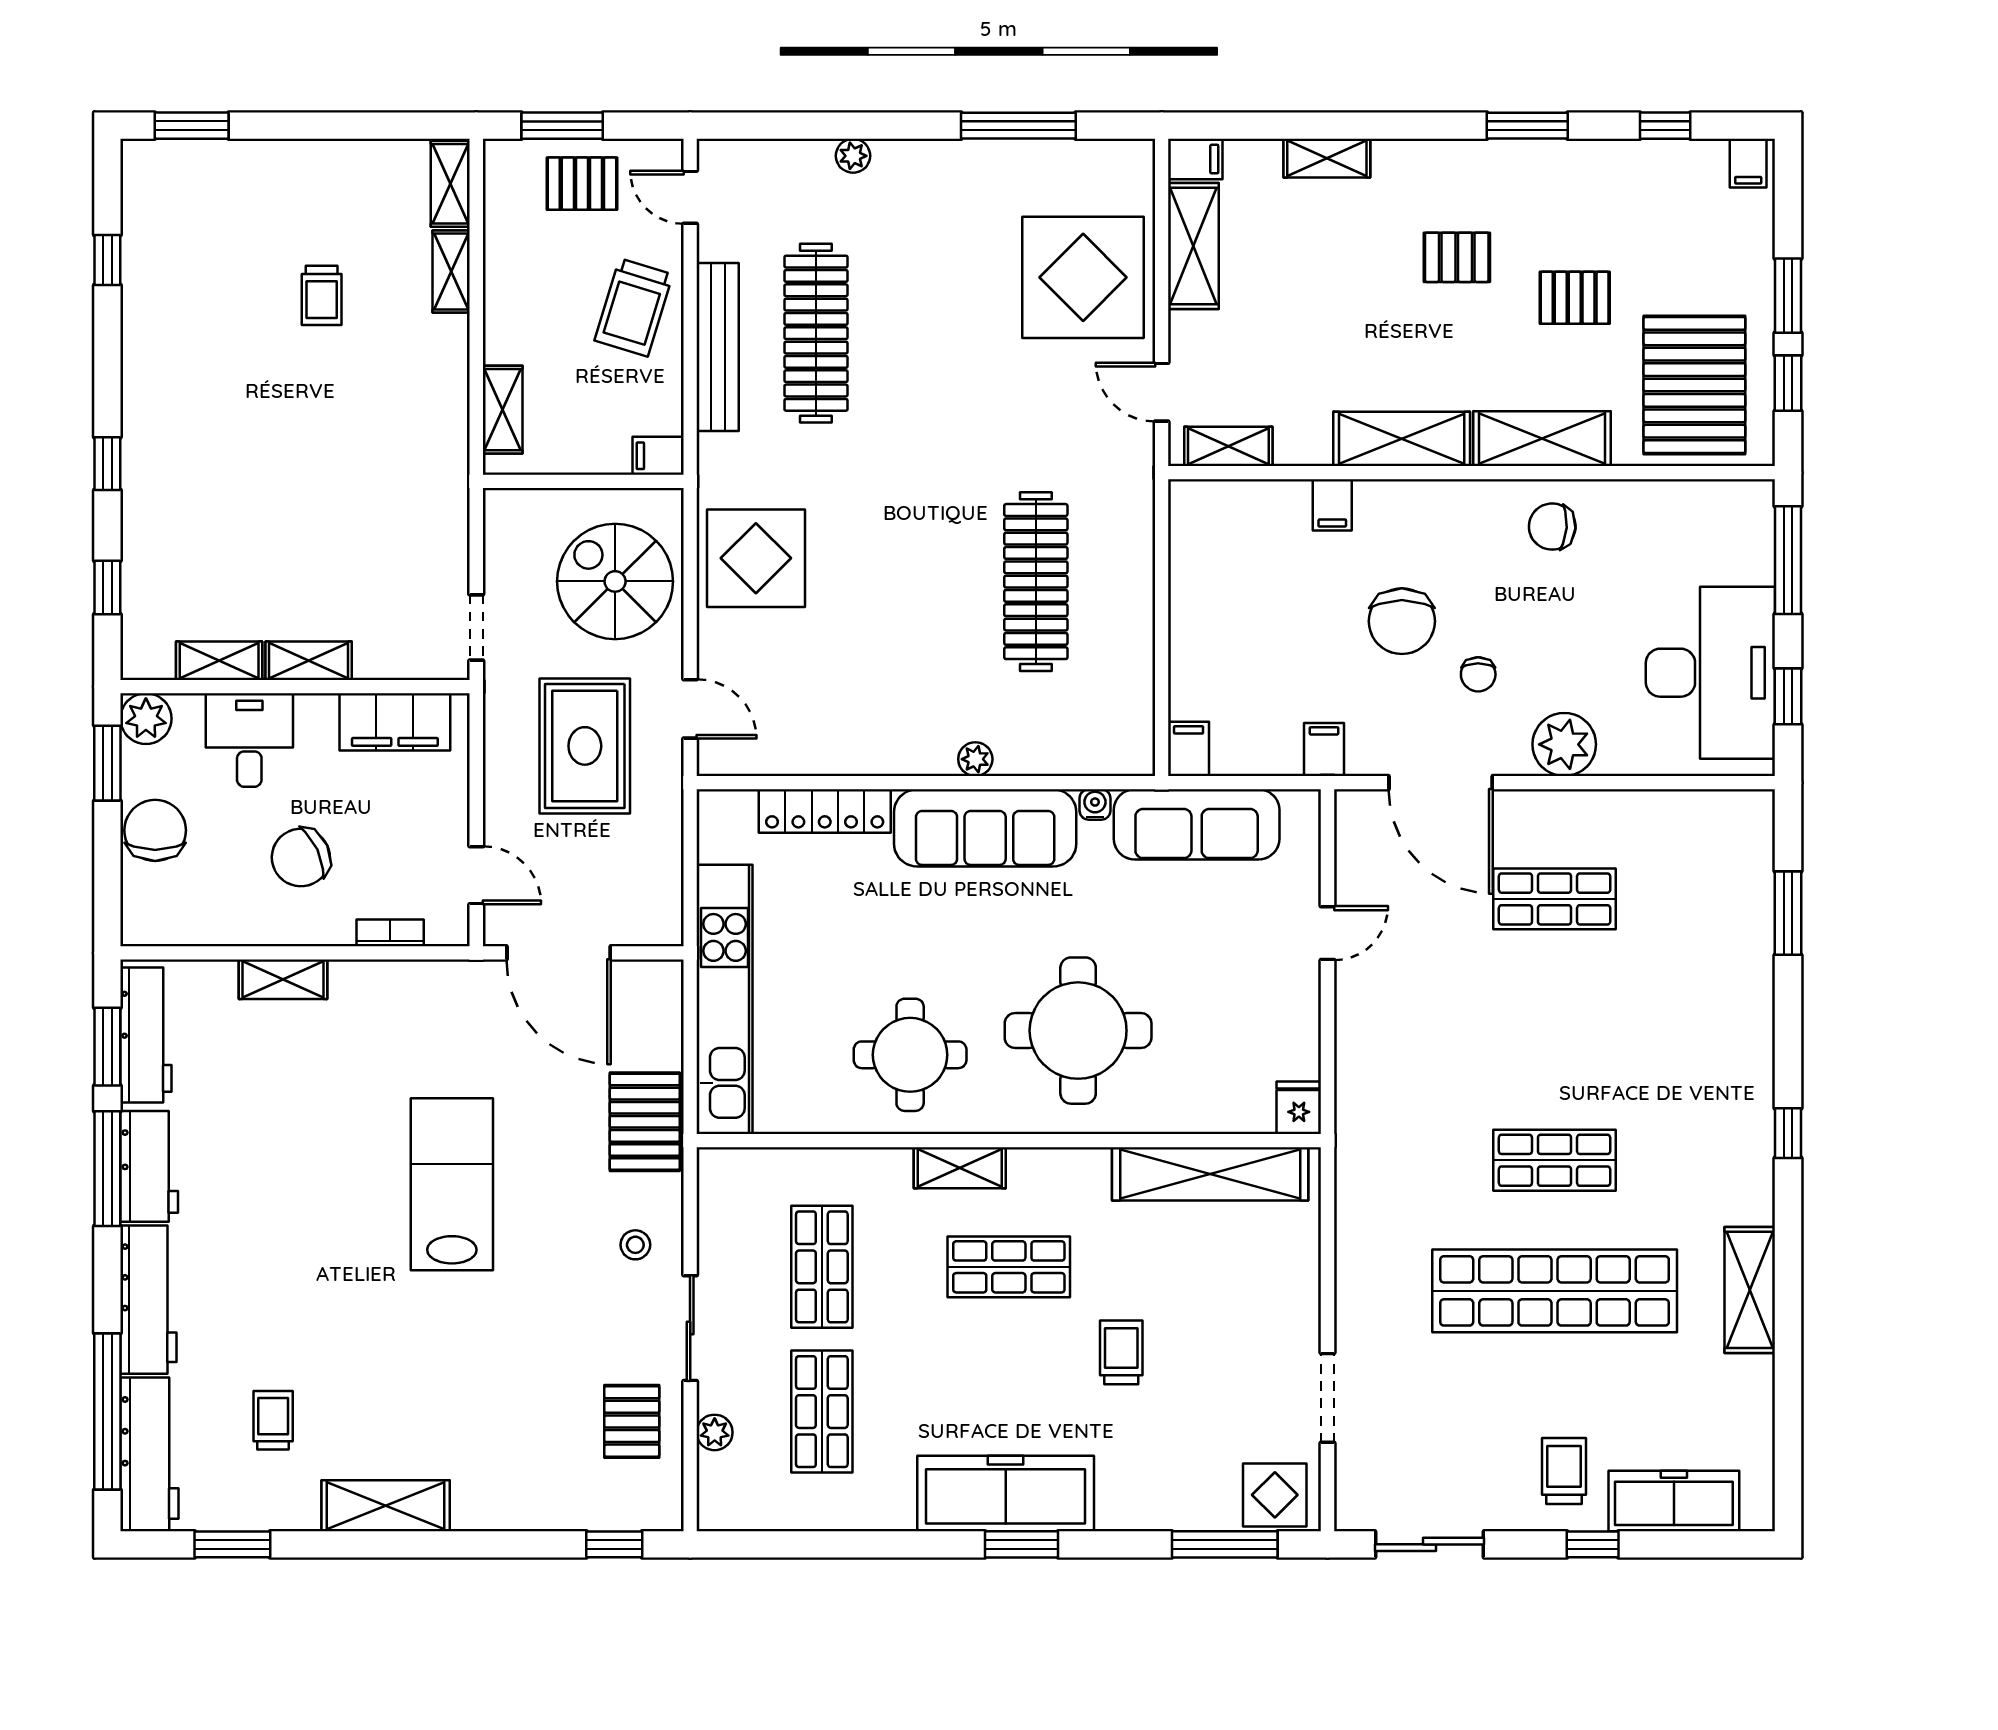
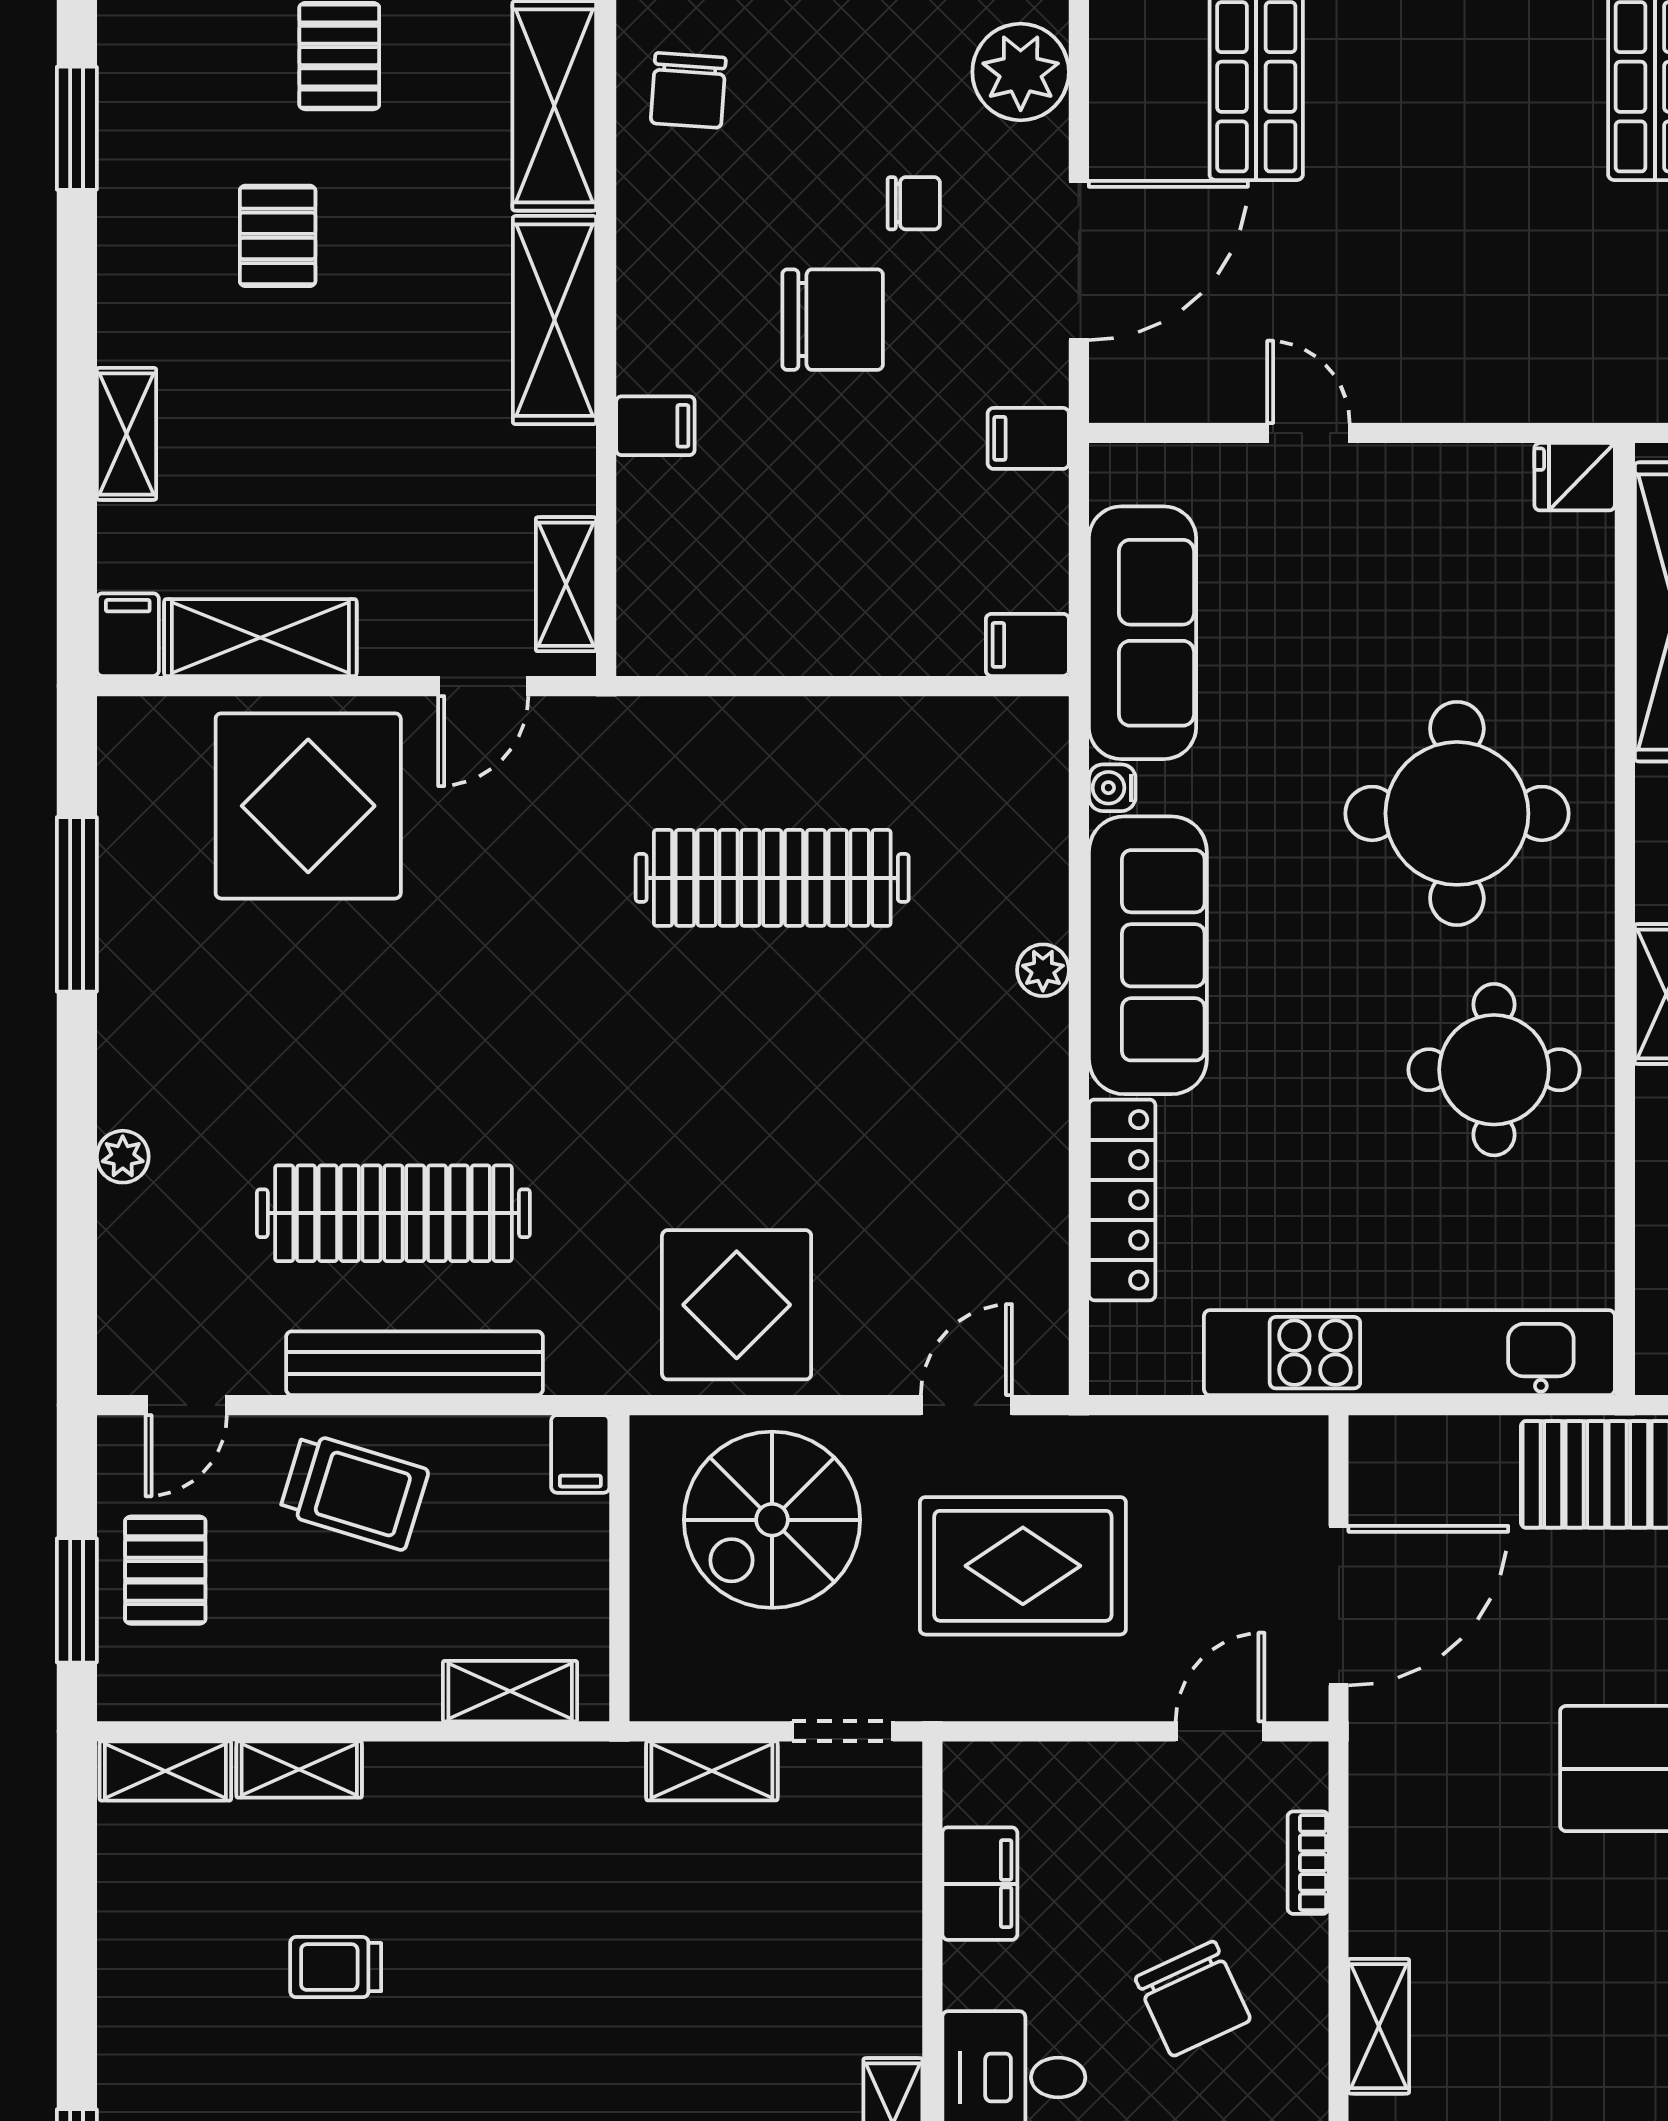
trolley: (322, 295) -> (336, 1967), turned 180
shelving: (309, 661) -> (712, 1771), moved, turned 90
filing cabinet: (395, 722) -> (980, 1884), width x0.67, depth x0.86

